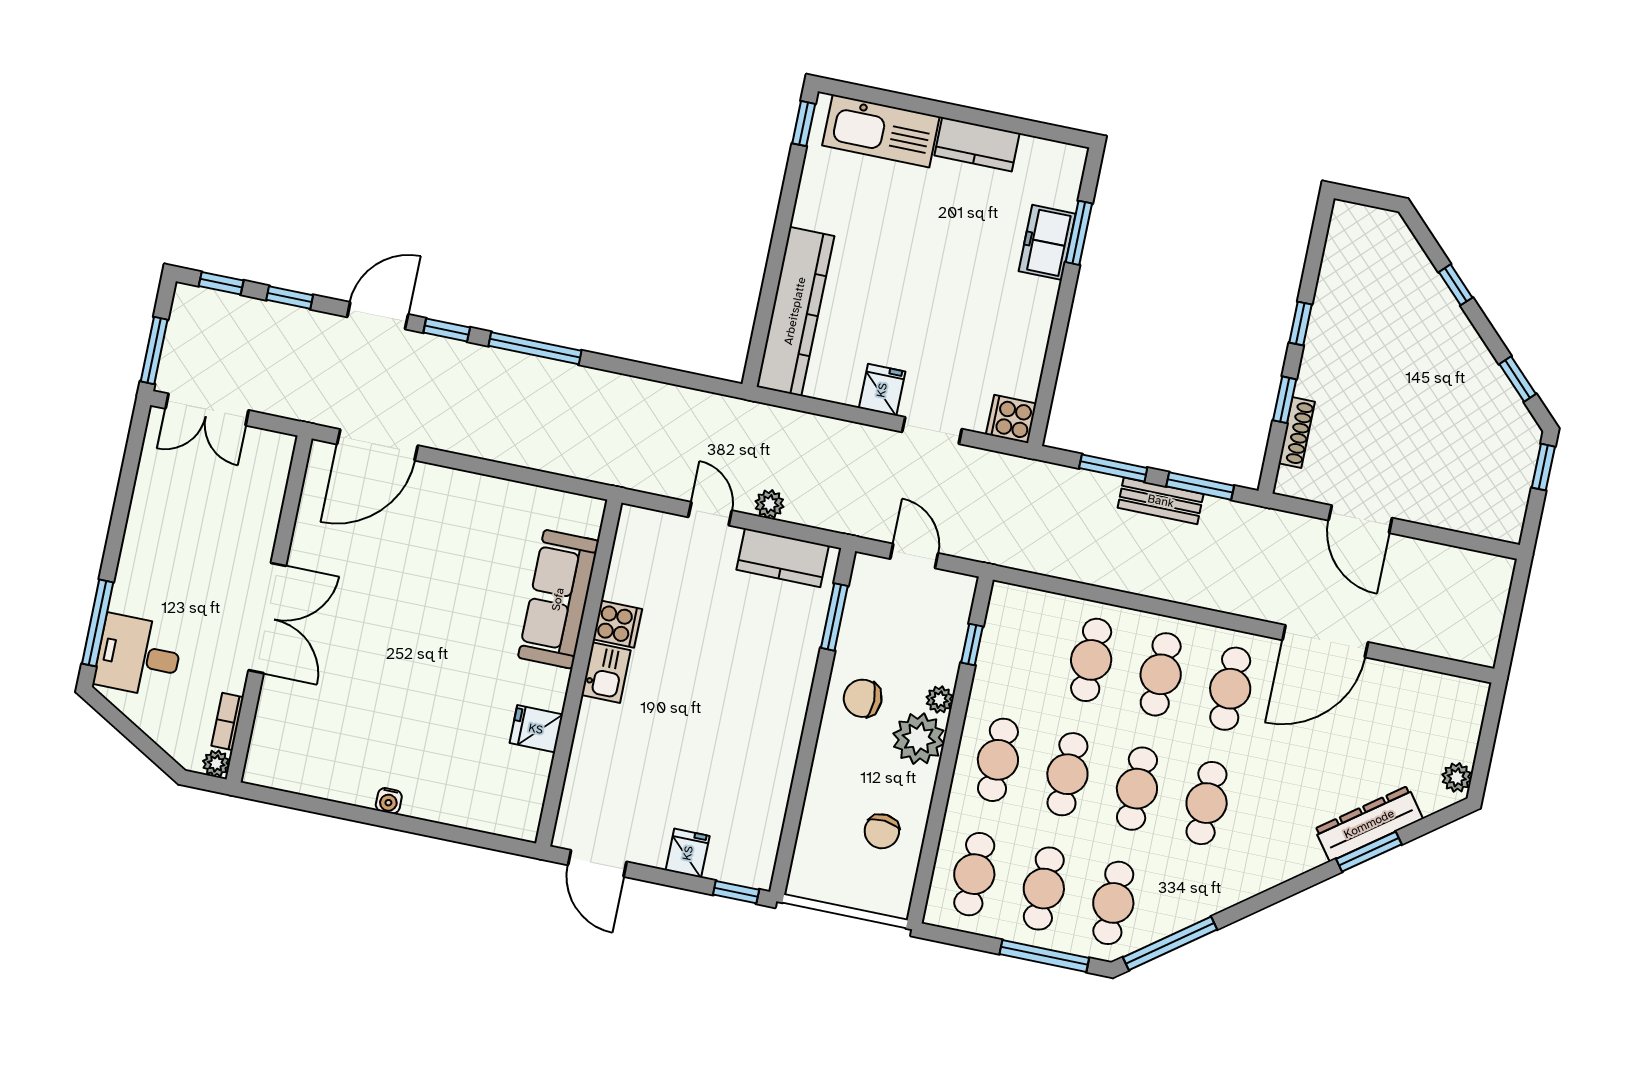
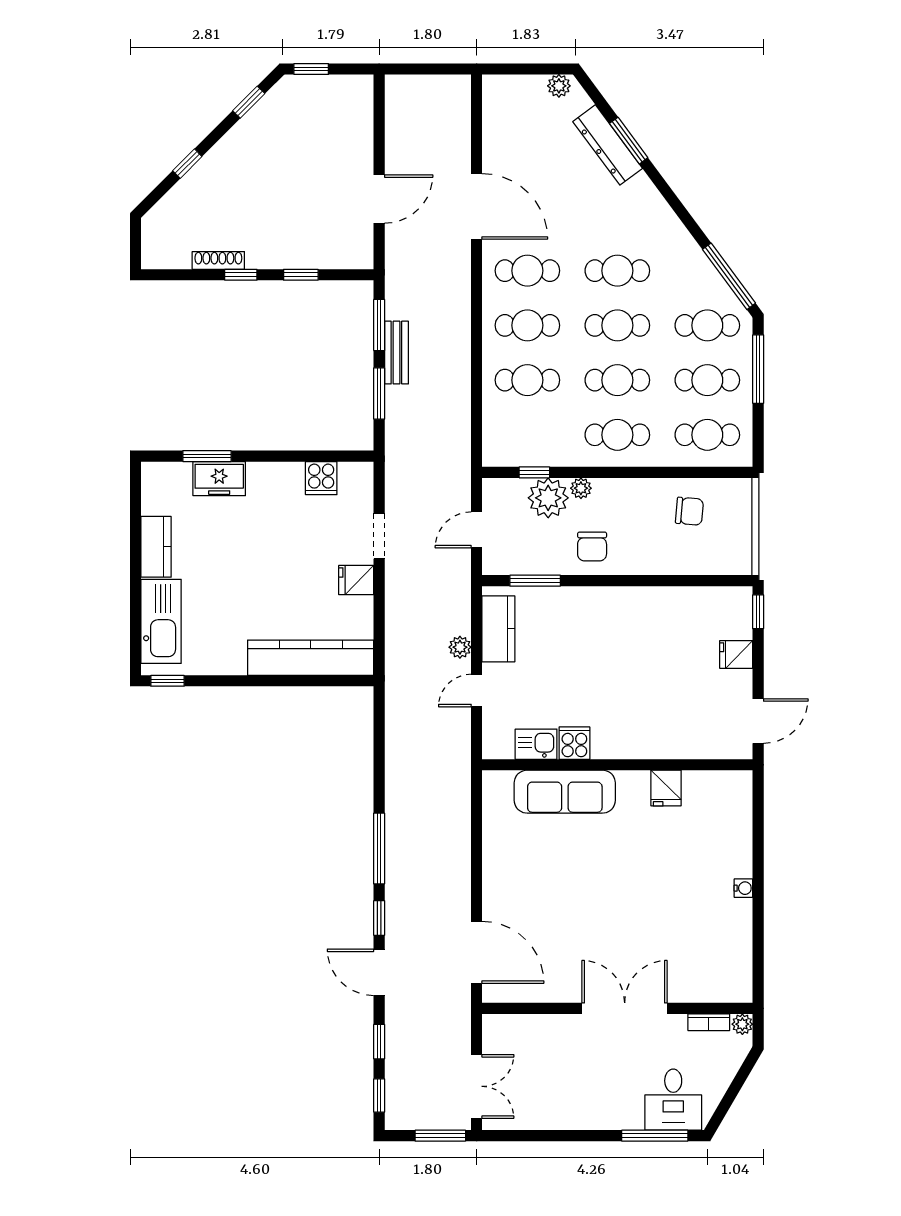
cooker: (1011, 419) -> (321, 478), moved
shoe rack: (1297, 433) -> (218, 260), moved
kitchen sink: (606, 673) -> (536, 744), moved
plant: (919, 739) -> (548, 498), moved

